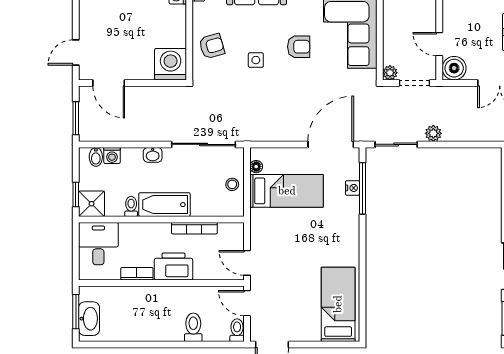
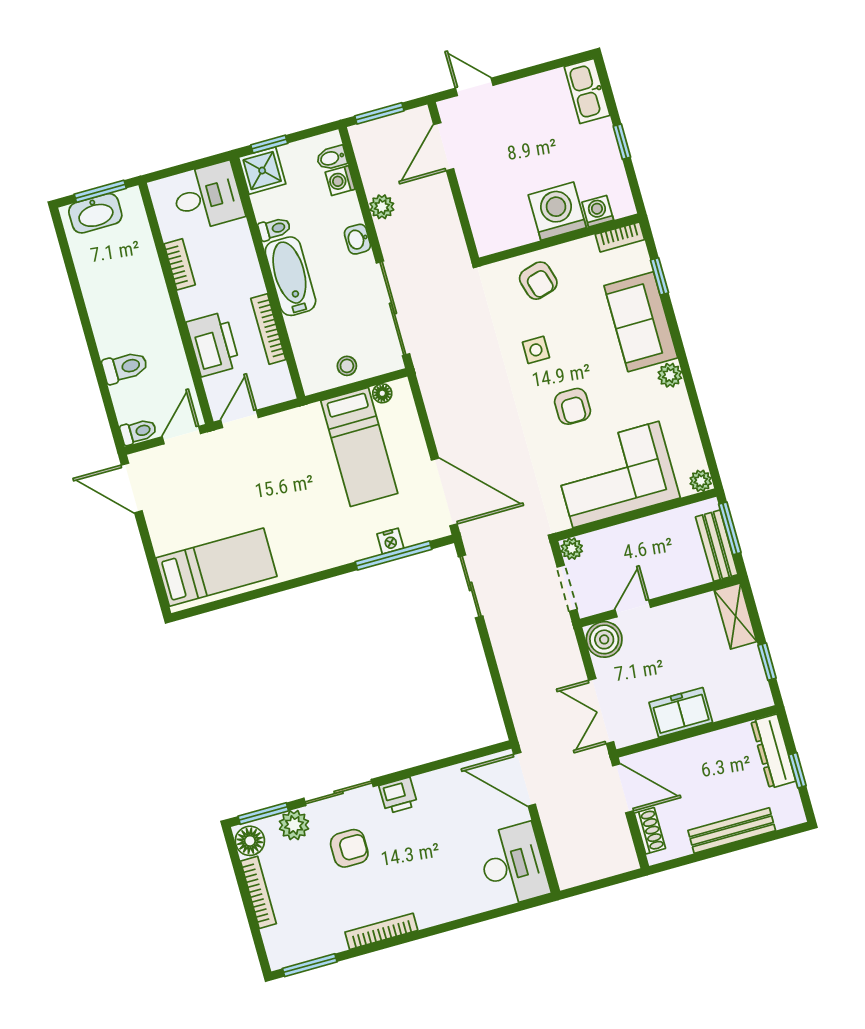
washing machine: (171, 64) -> (557, 211), moved, turned -90
plant: (433, 133) -> (382, 207), moved
printer: (173, 266) -> (213, 344), moved

